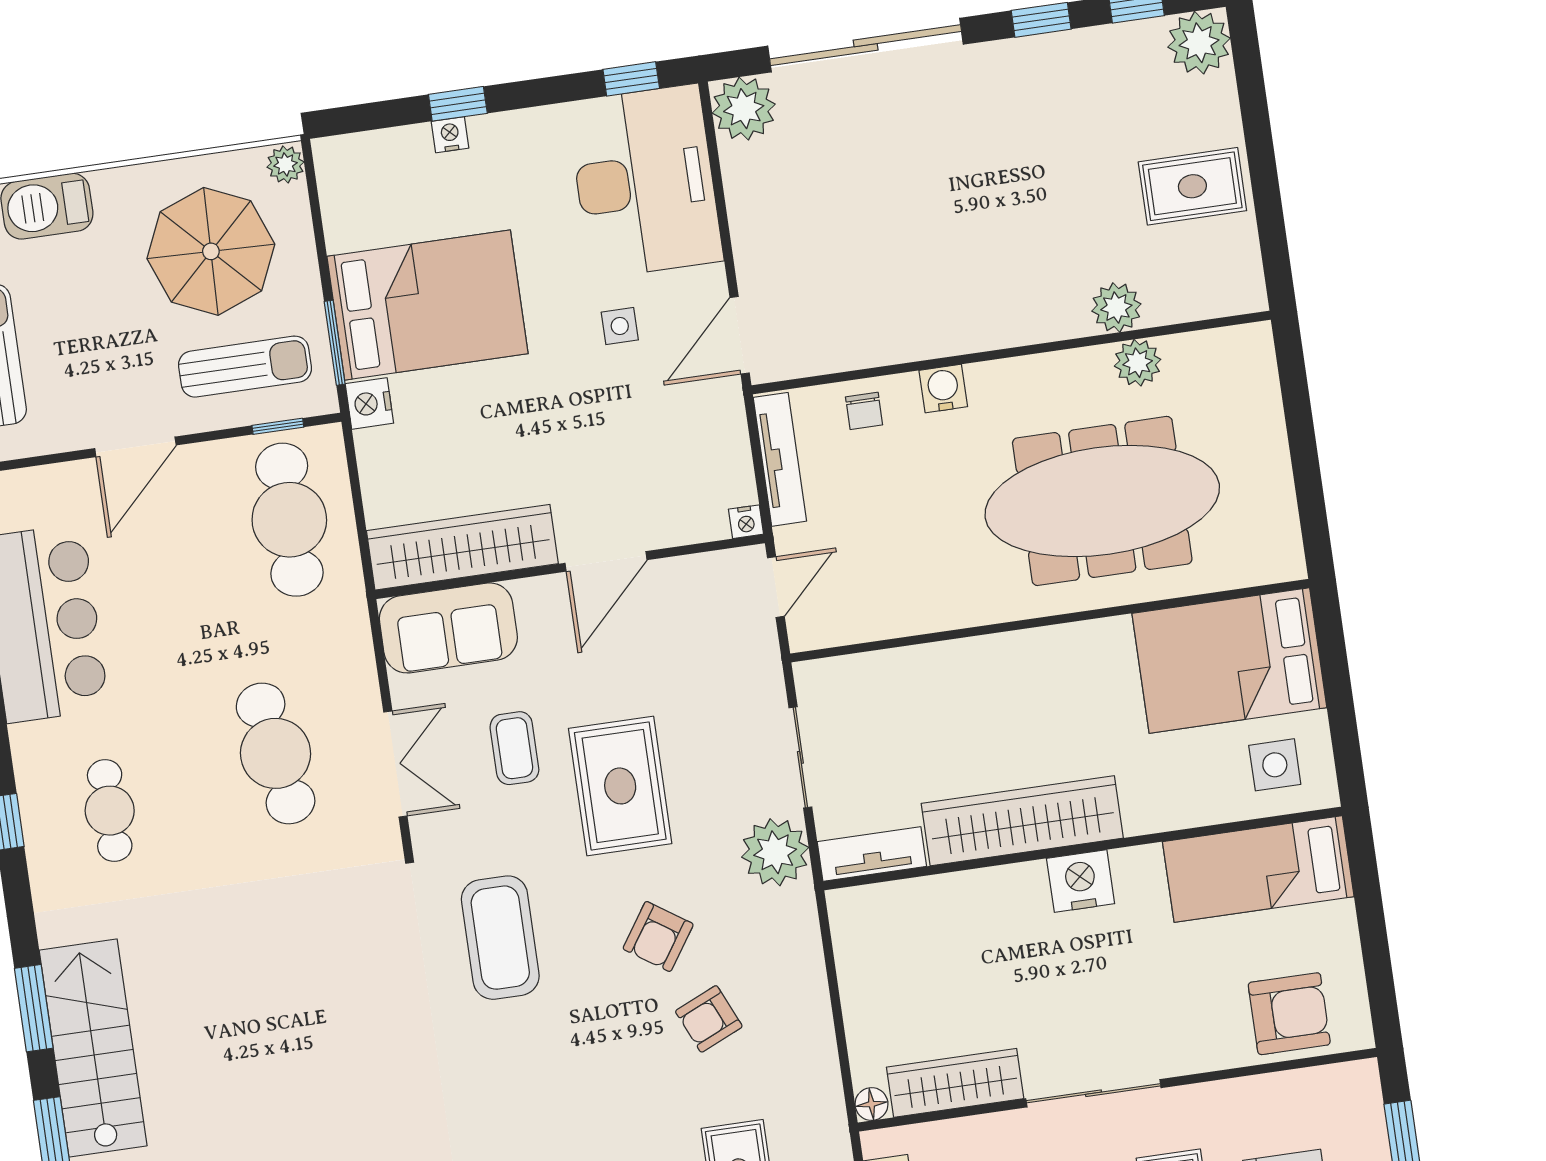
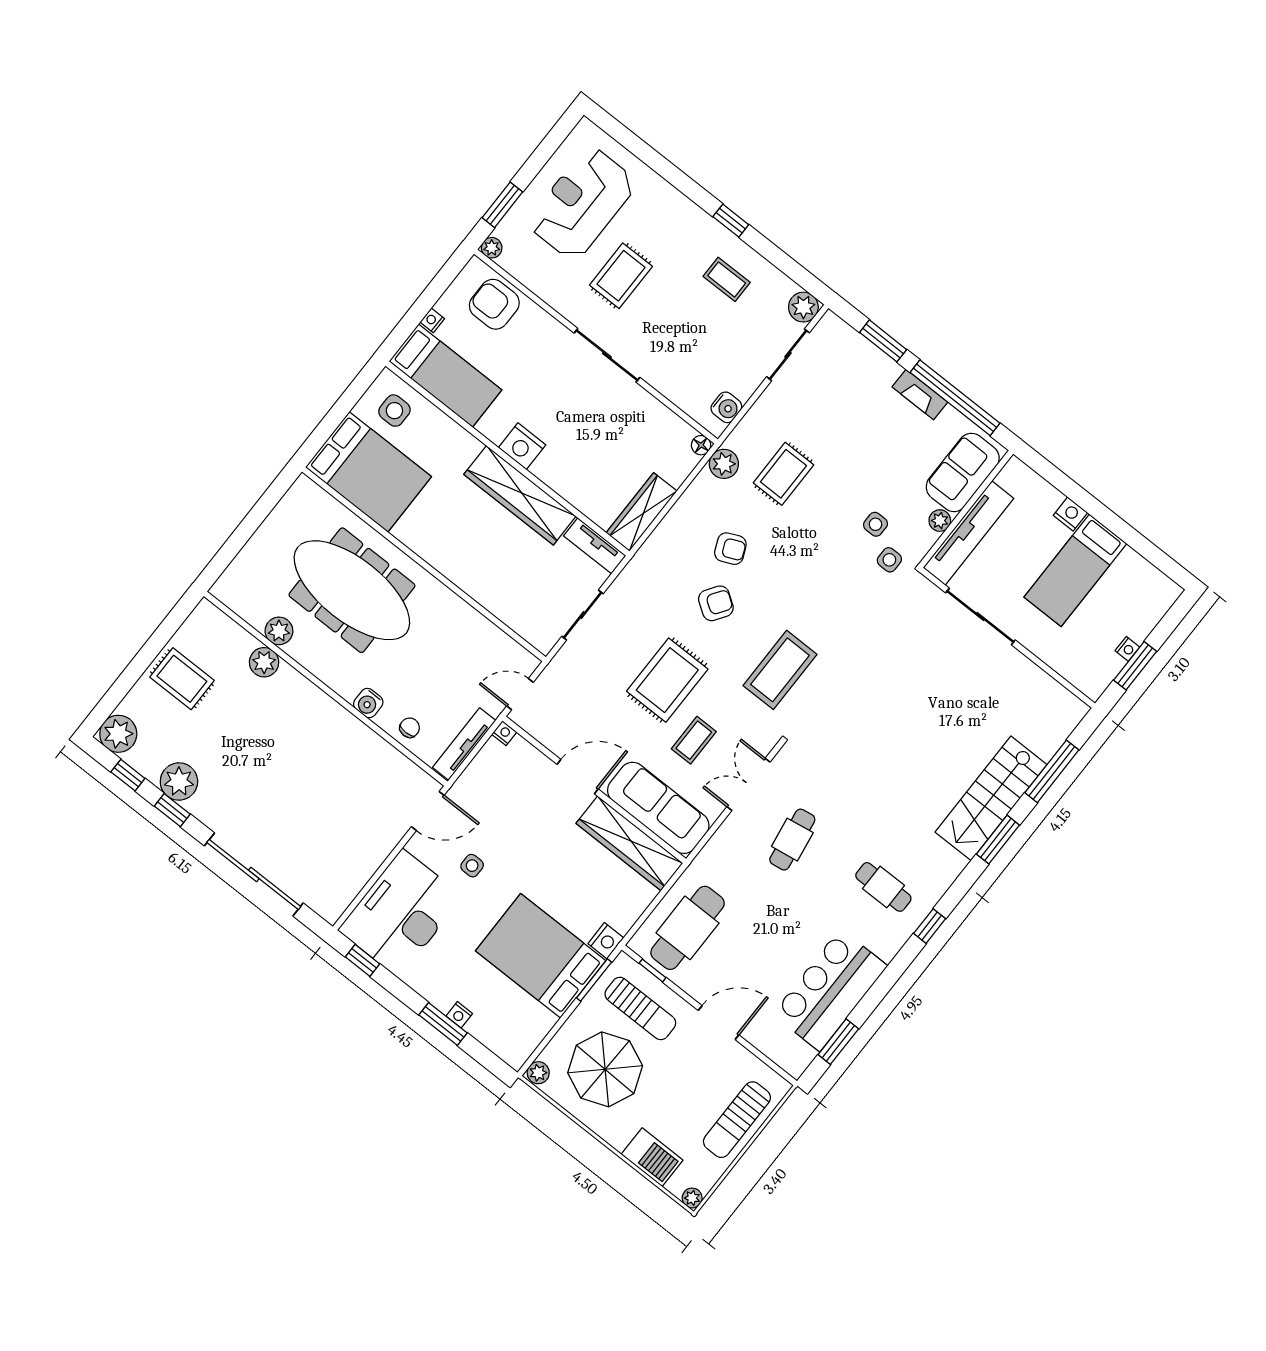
window: (458, 104) -> (443, 1024), width x1.50
plant: (744, 109) -> (179, 781), moved
sun lounger: (245, 367) -> (640, 1008), turned 180
sofa: (448, 628) -> (658, 808), width x1.36
cafe table: (276, 753) -> (792, 840), width x0.73, depth x0.74
cafe table: (110, 811) -> (883, 887), turned 90
plant: (775, 852) -> (724, 464), moved, width x0.73, depth x0.73
nightstand: (1342, 918) -> (432, 320), added
plant: (1362, 1077) -> (492, 248), added
wardrobe: (955, 1083) -> (642, 512), moved, turned 90

